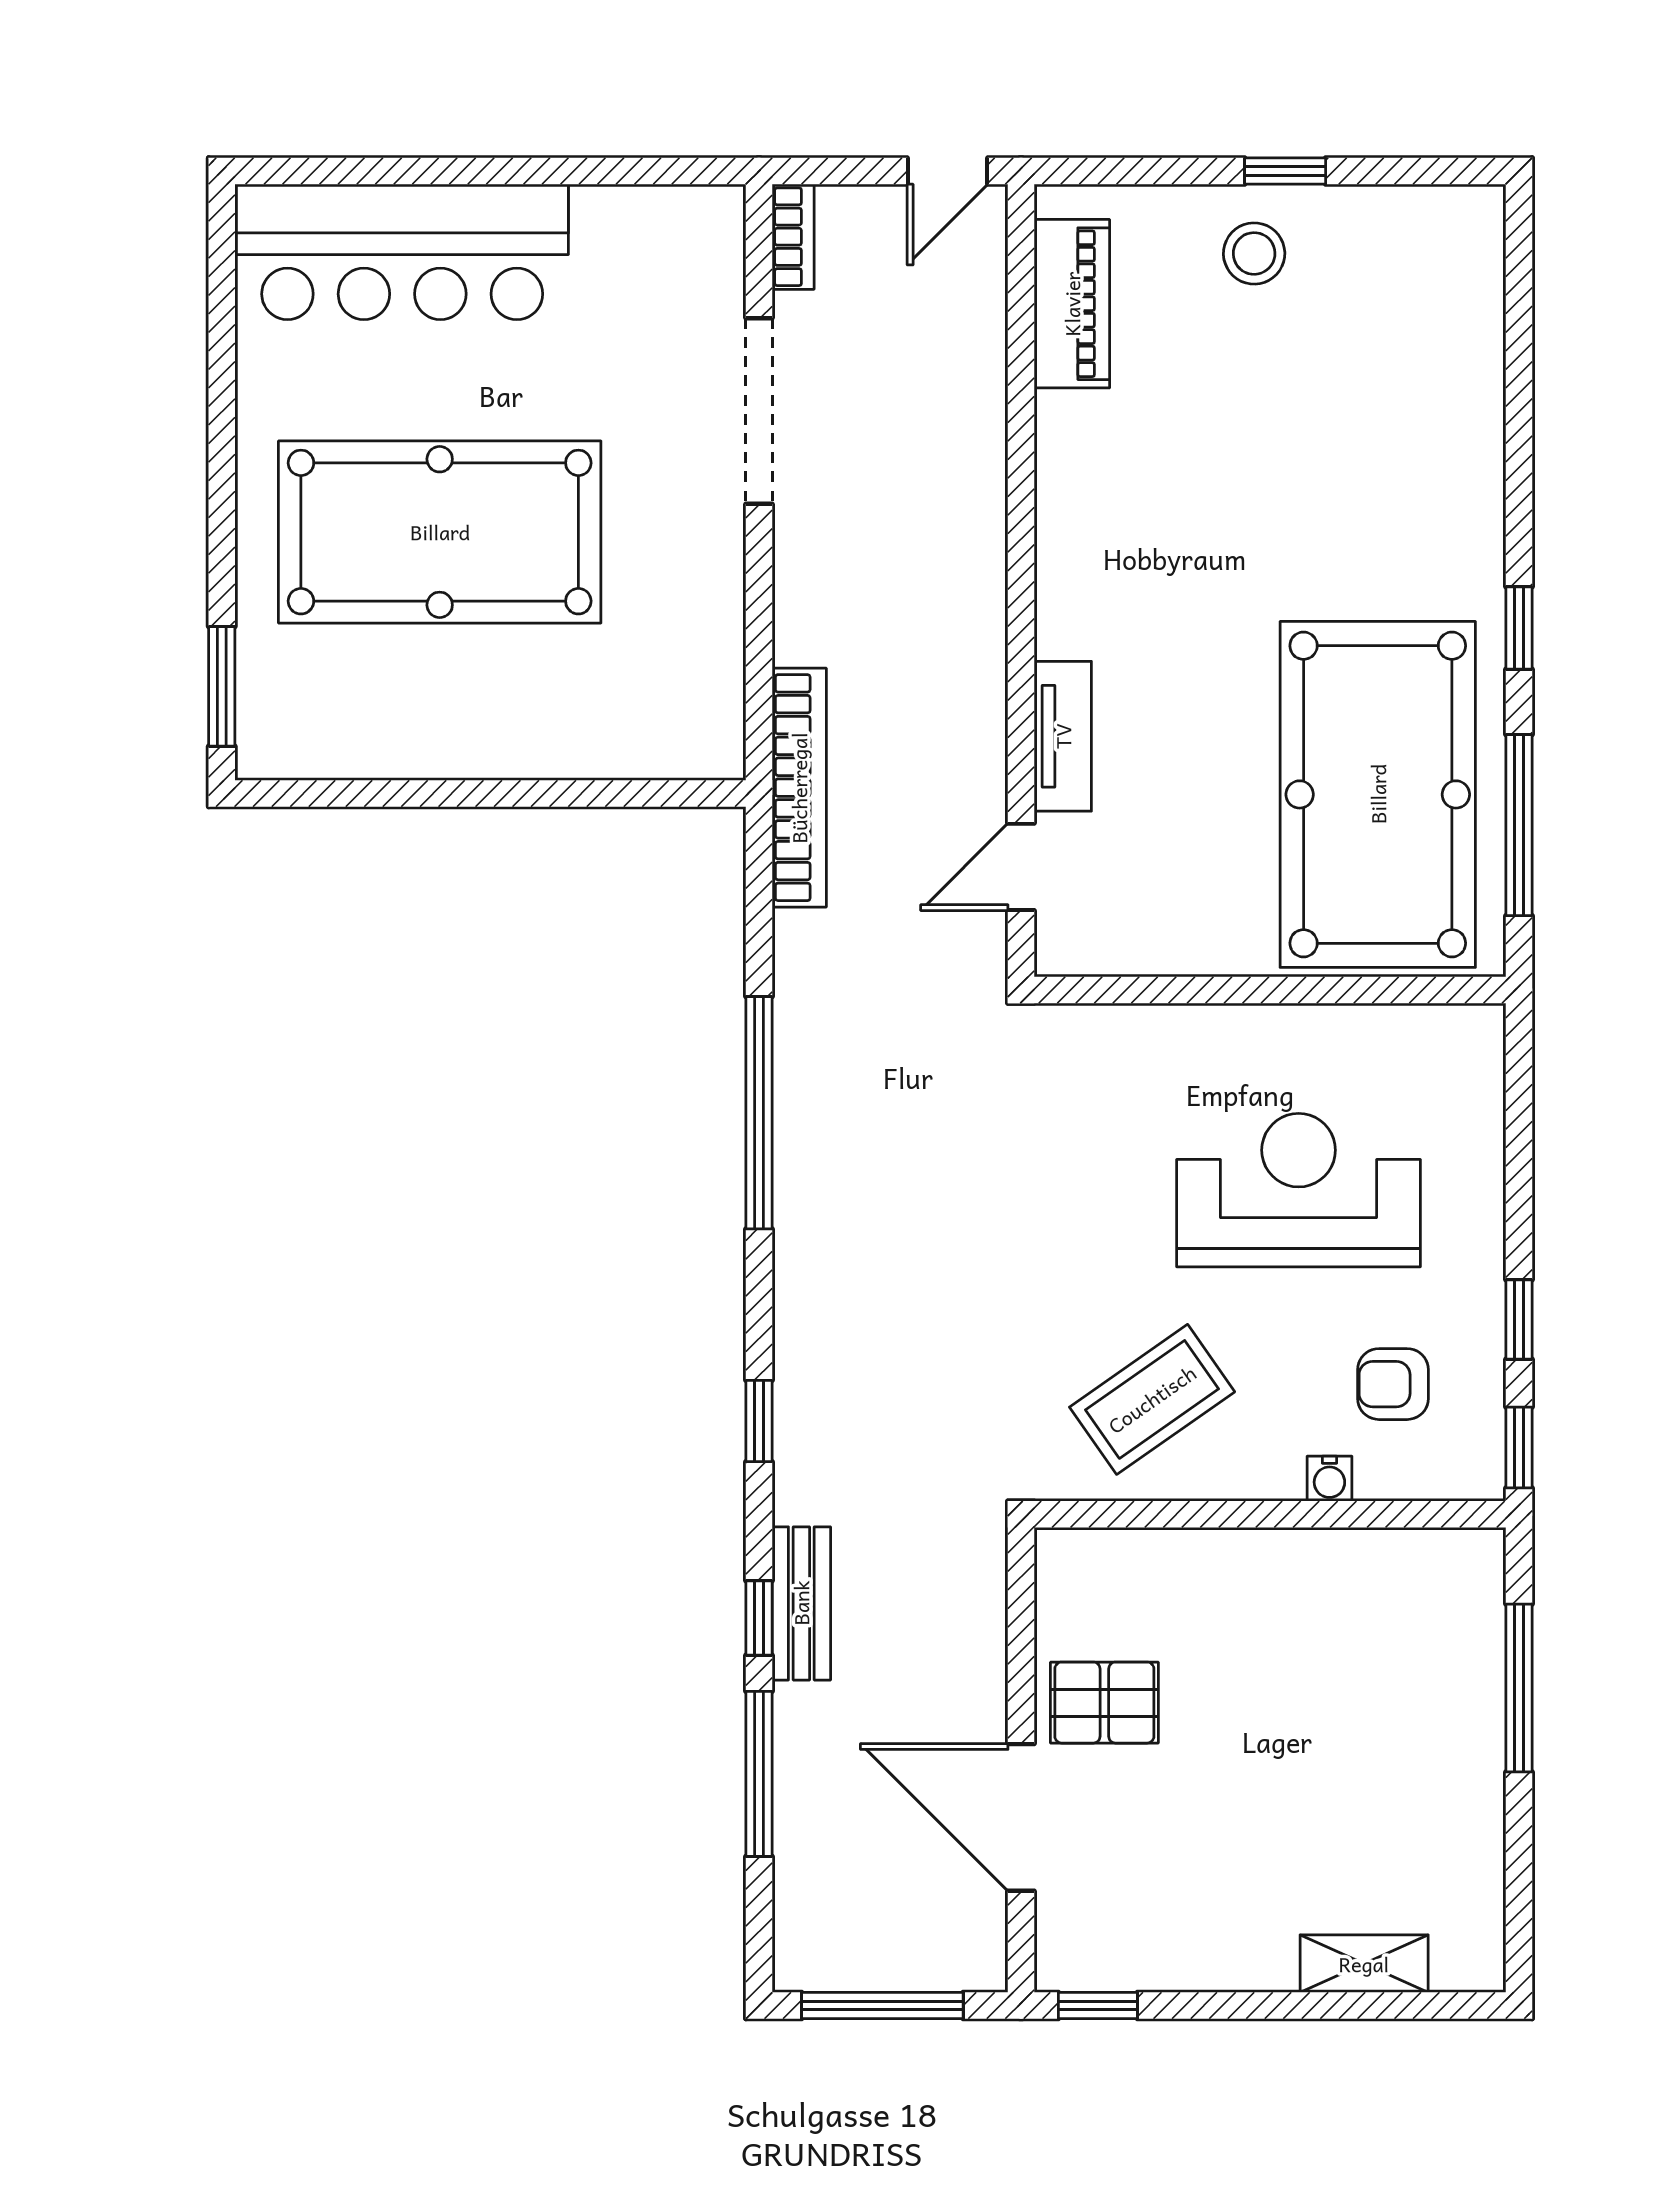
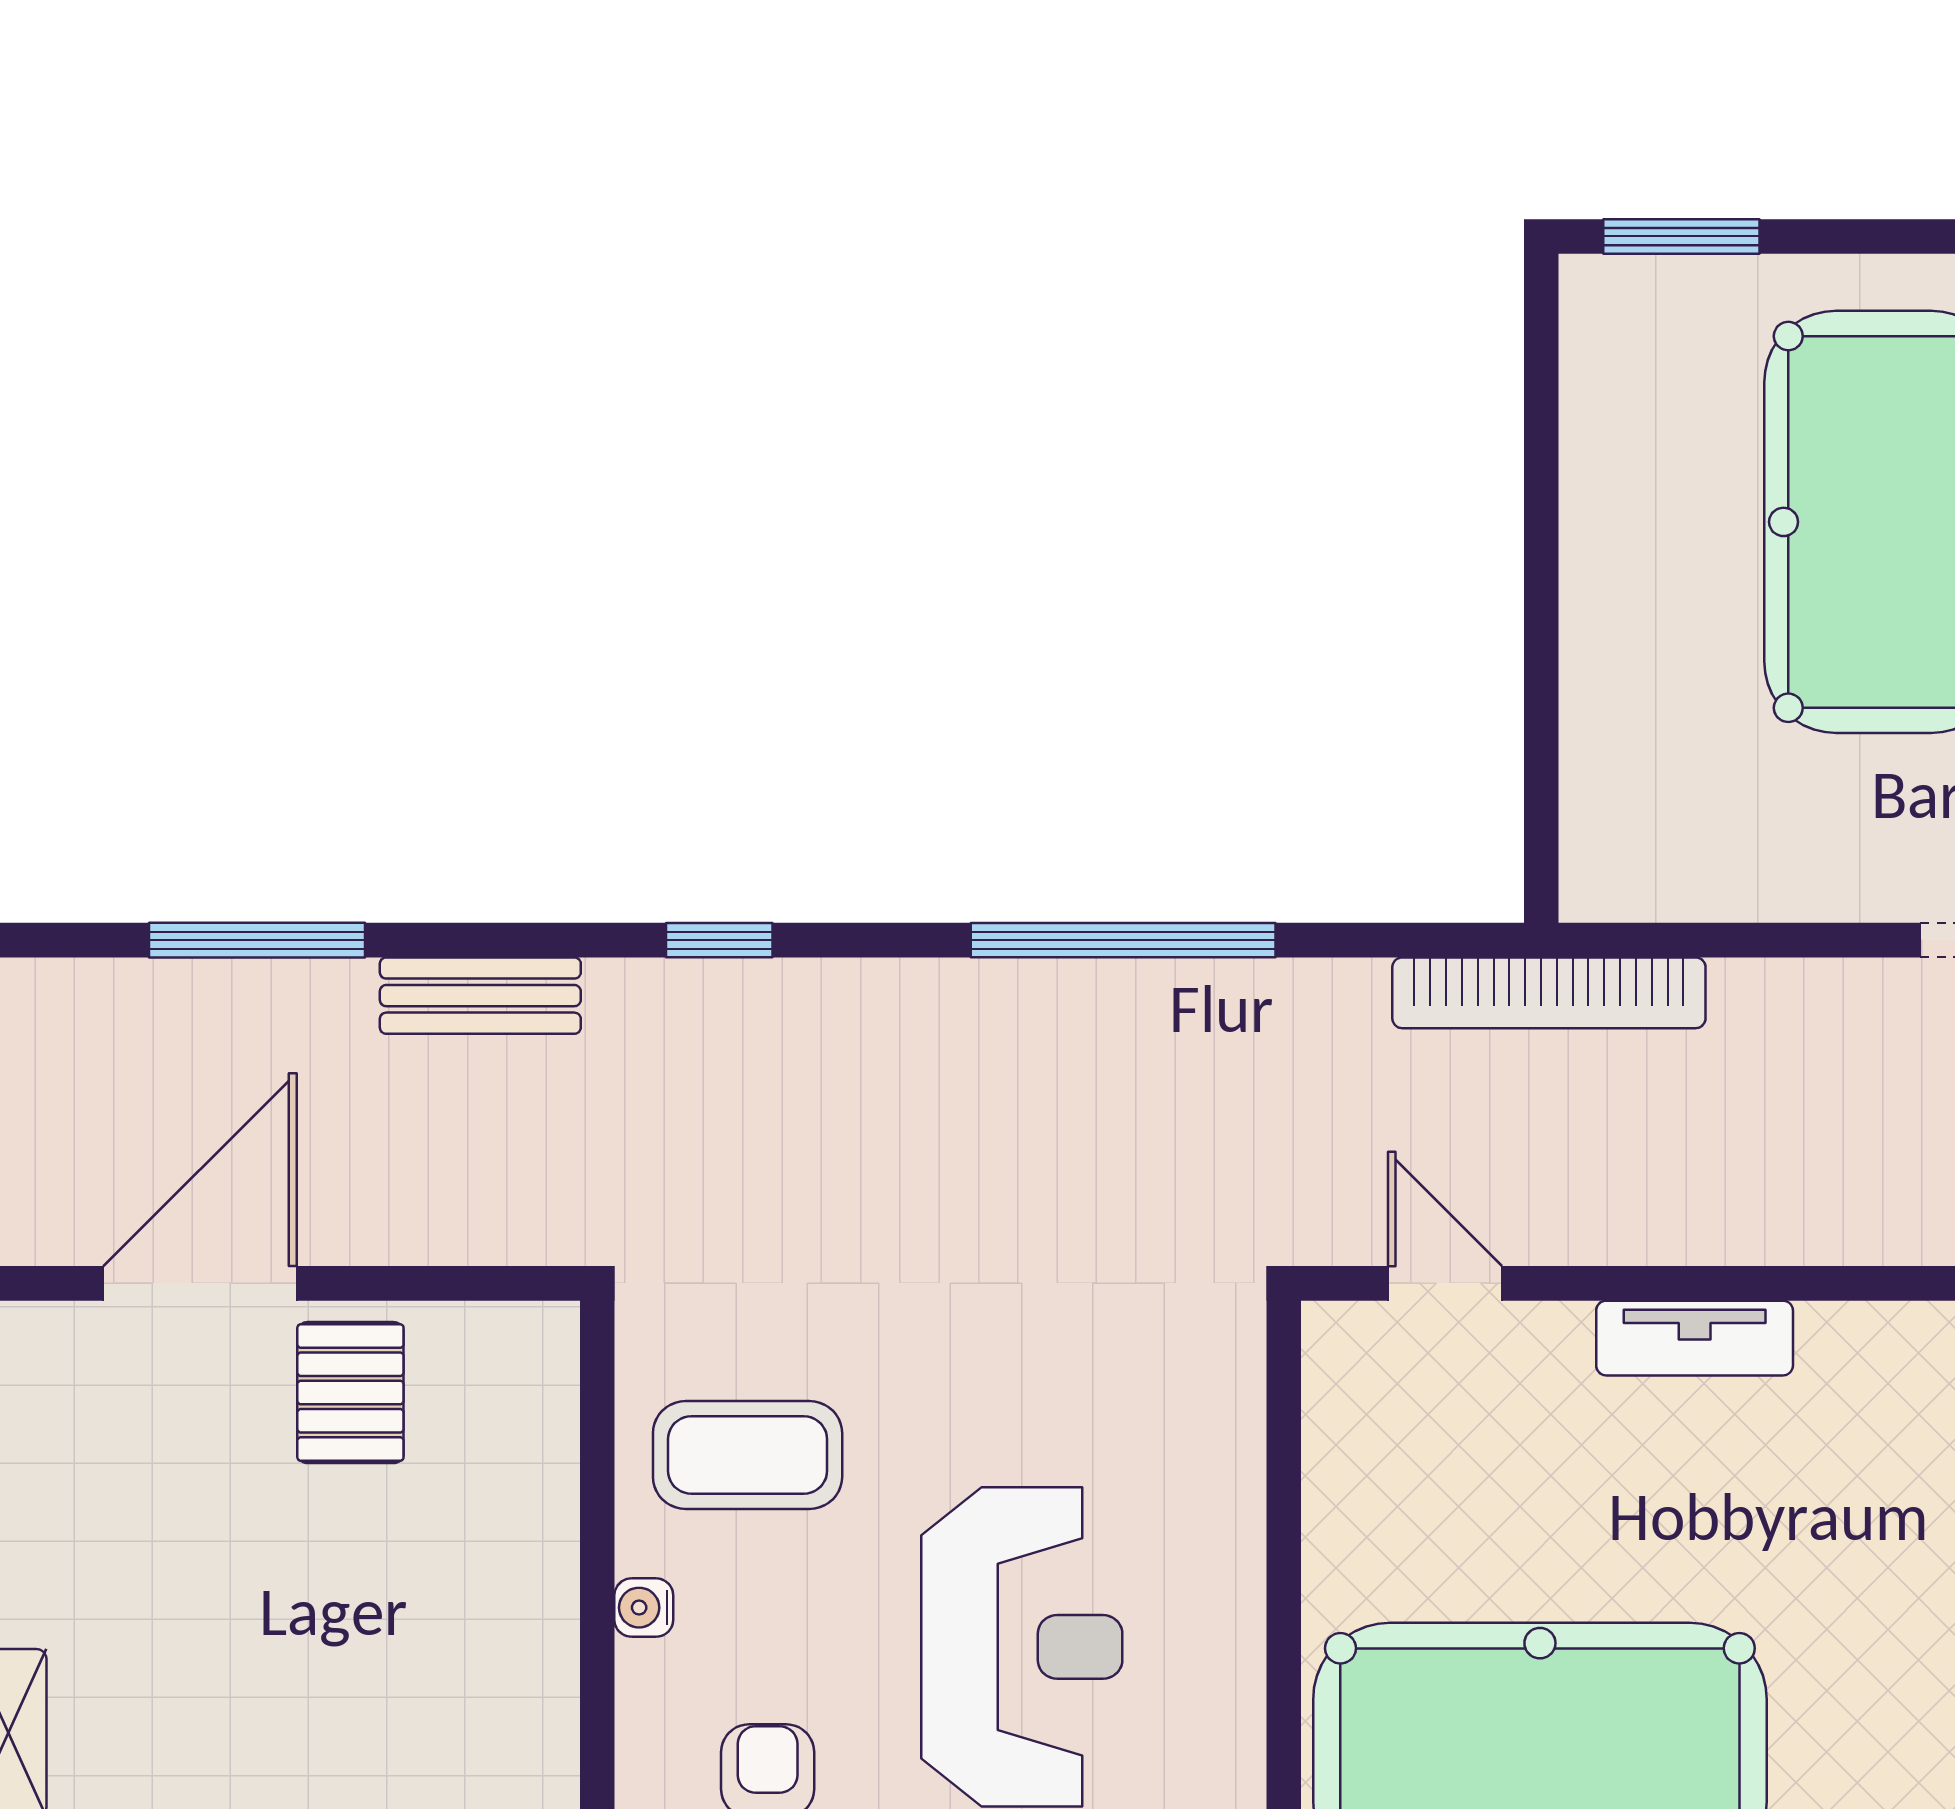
tv unit: (1063, 736) -> (1695, 1338), moved
coffee table: (1152, 1399) -> (748, 1455), turned -55
water cooler: (1329, 1479) -> (644, 1608), moved
window: (759, 1618) -> (461, 940), removed

